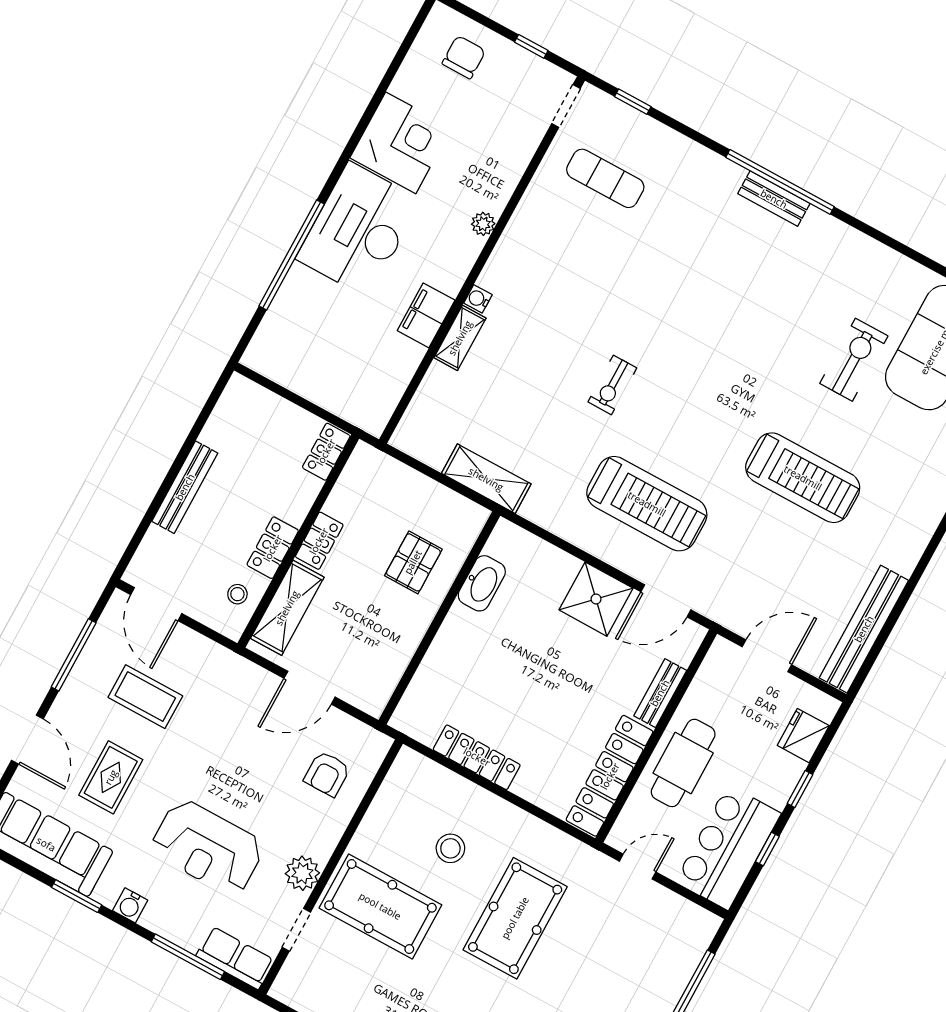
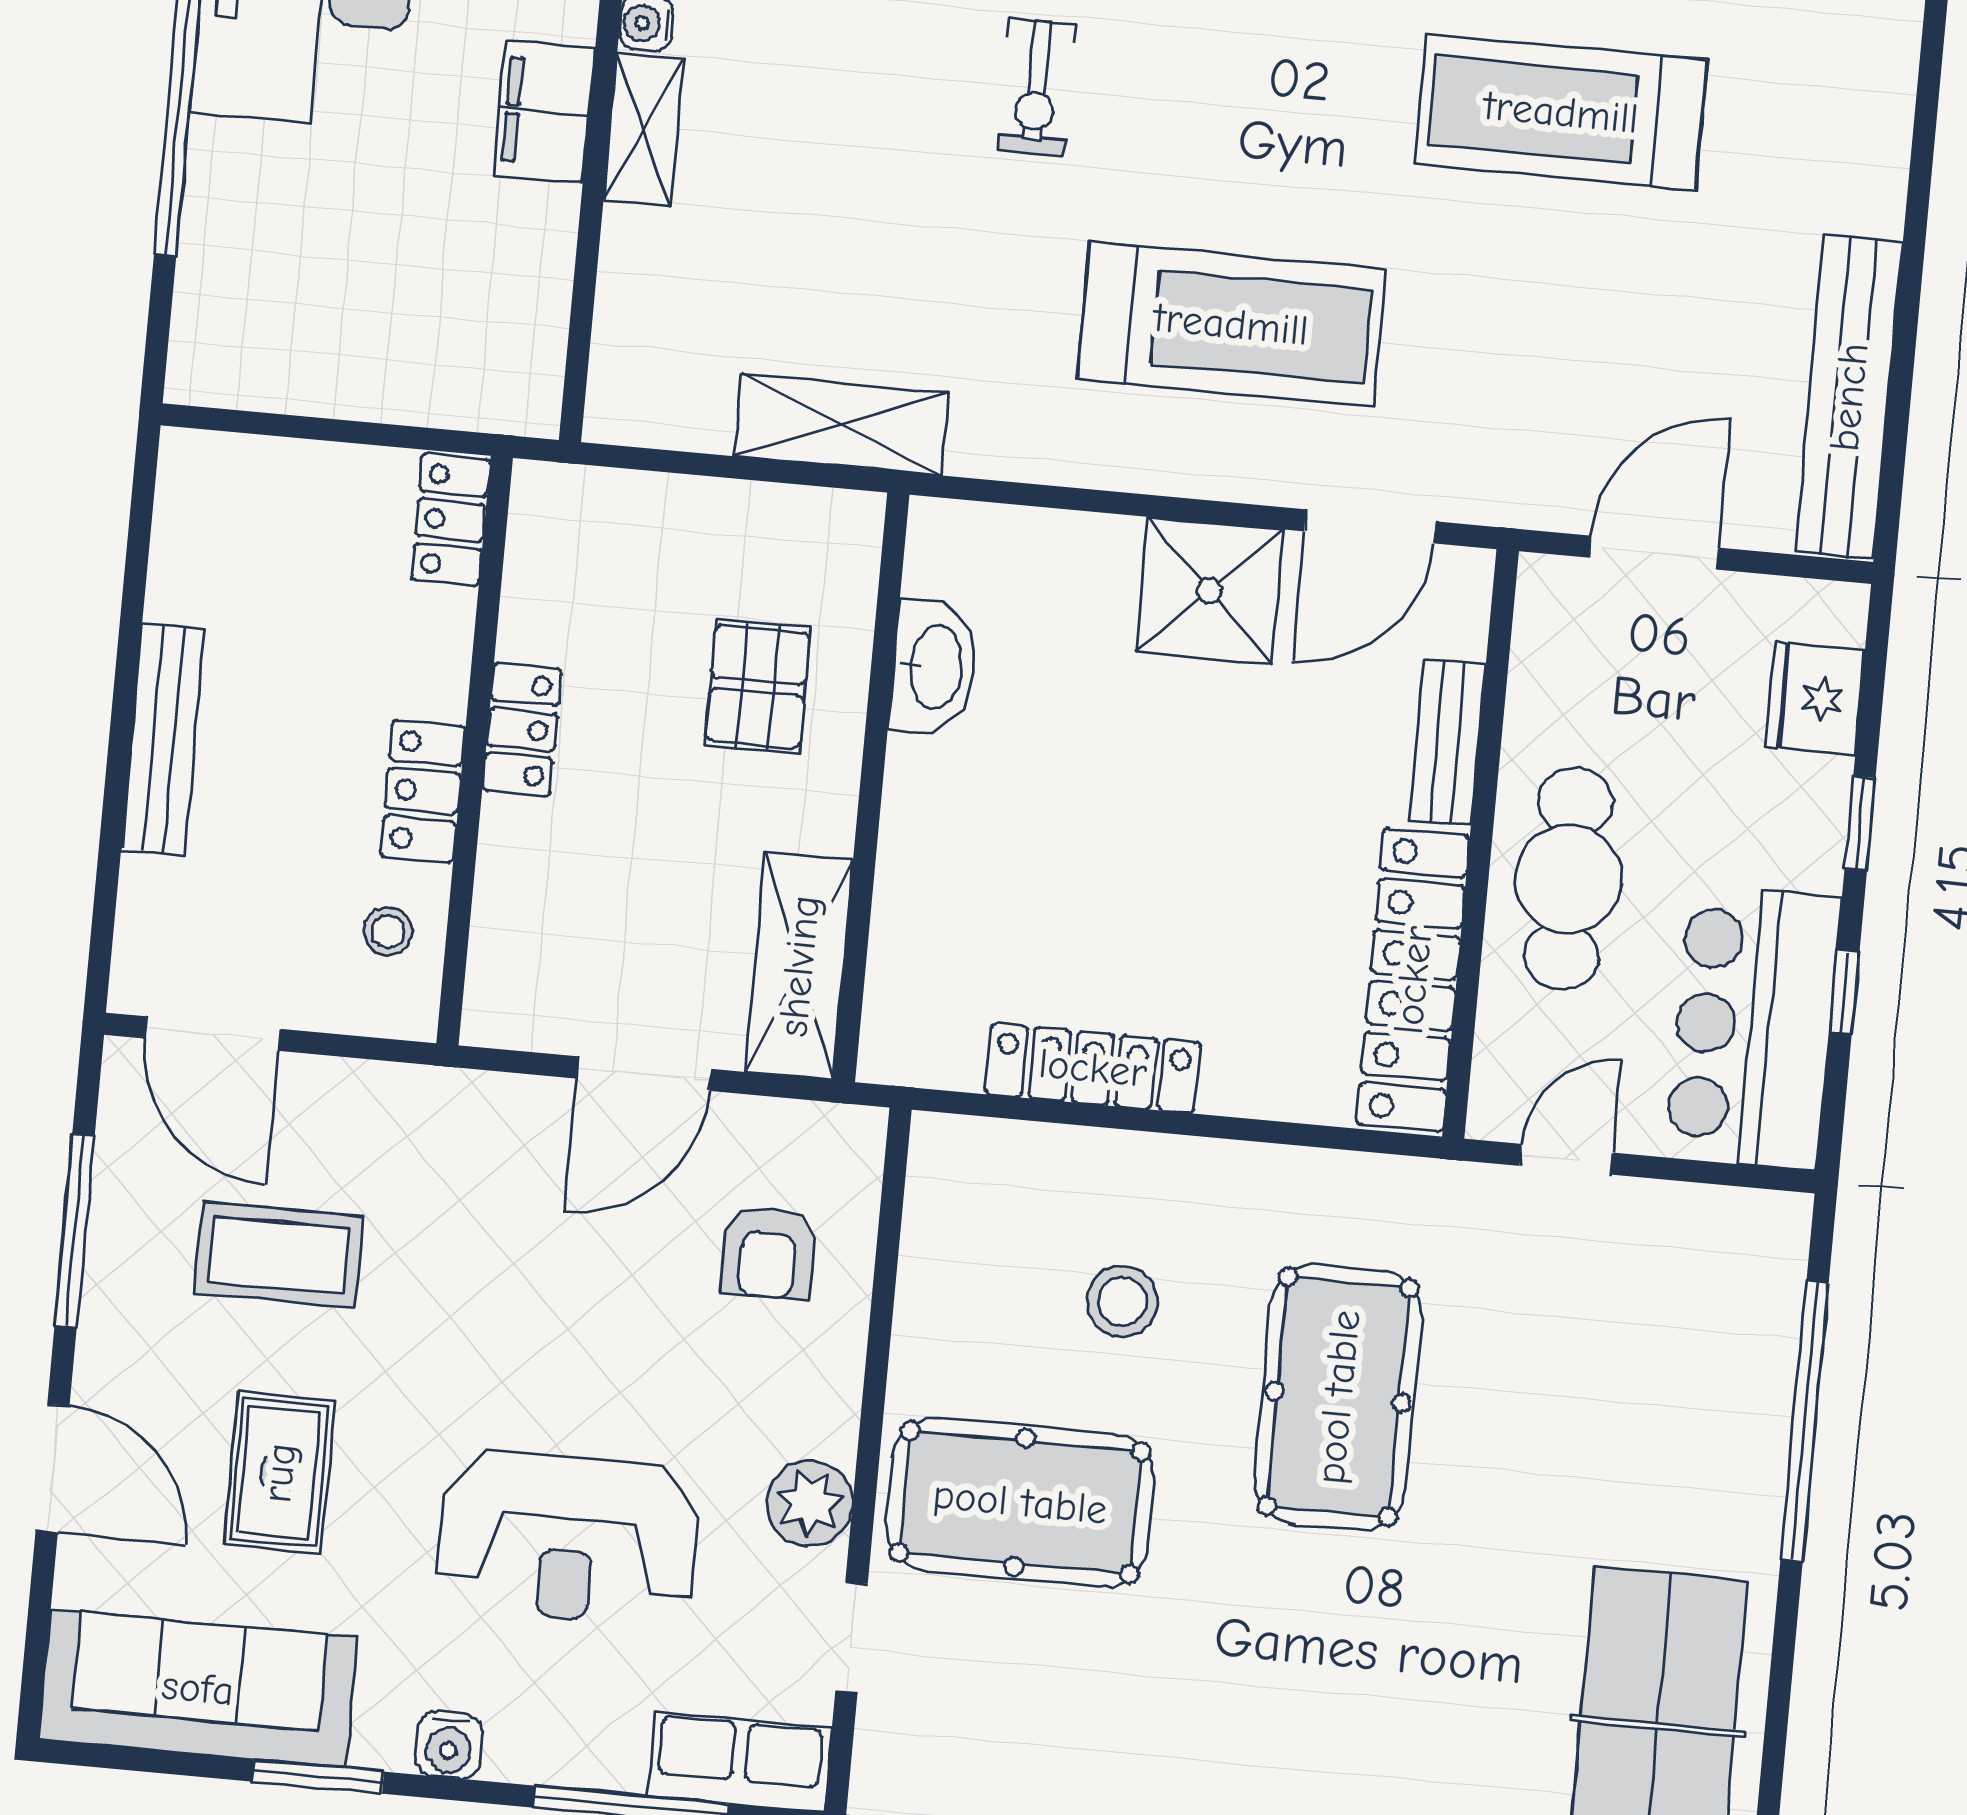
treadmill: (803, 478) -> (1561, 112), turned 180
shelving: (287, 608) -> (799, 966), moved

